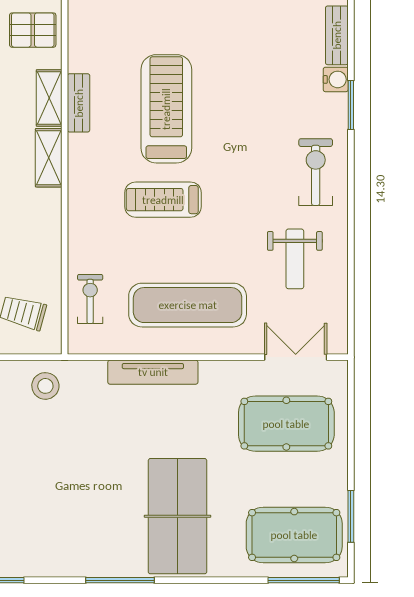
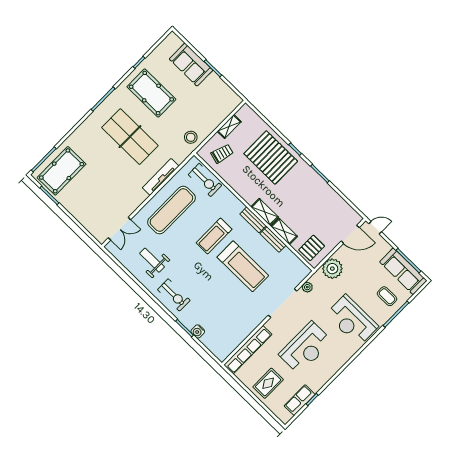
bench: (337, 35) -> (253, 220), moved
treadmill: (163, 200) -> (214, 236), turned 180
exercise bike: (90, 299) -> (205, 180), width x1.38, depth x1.39
pool table: (286, 424) -> (151, 93), moved, turned 90
table tennis table: (177, 516) -> (130, 137), moved

